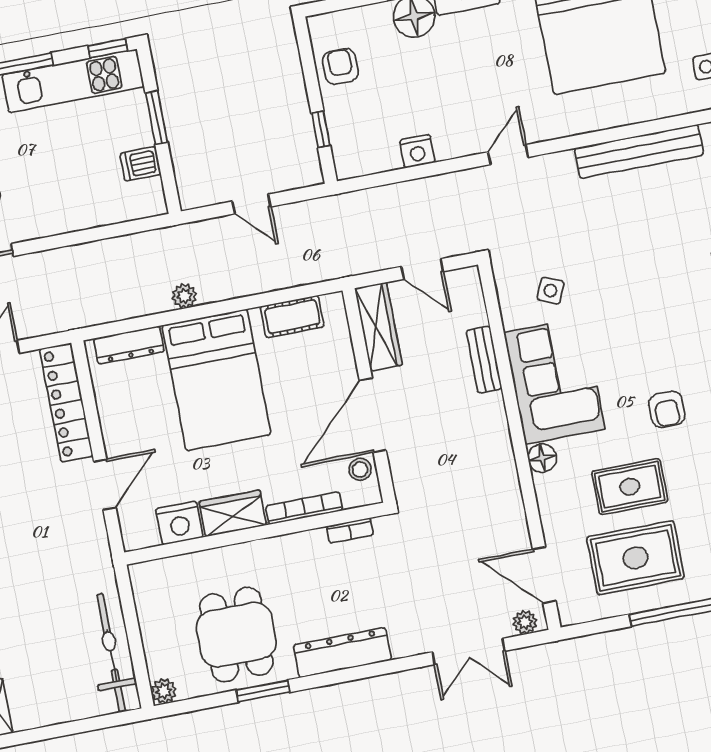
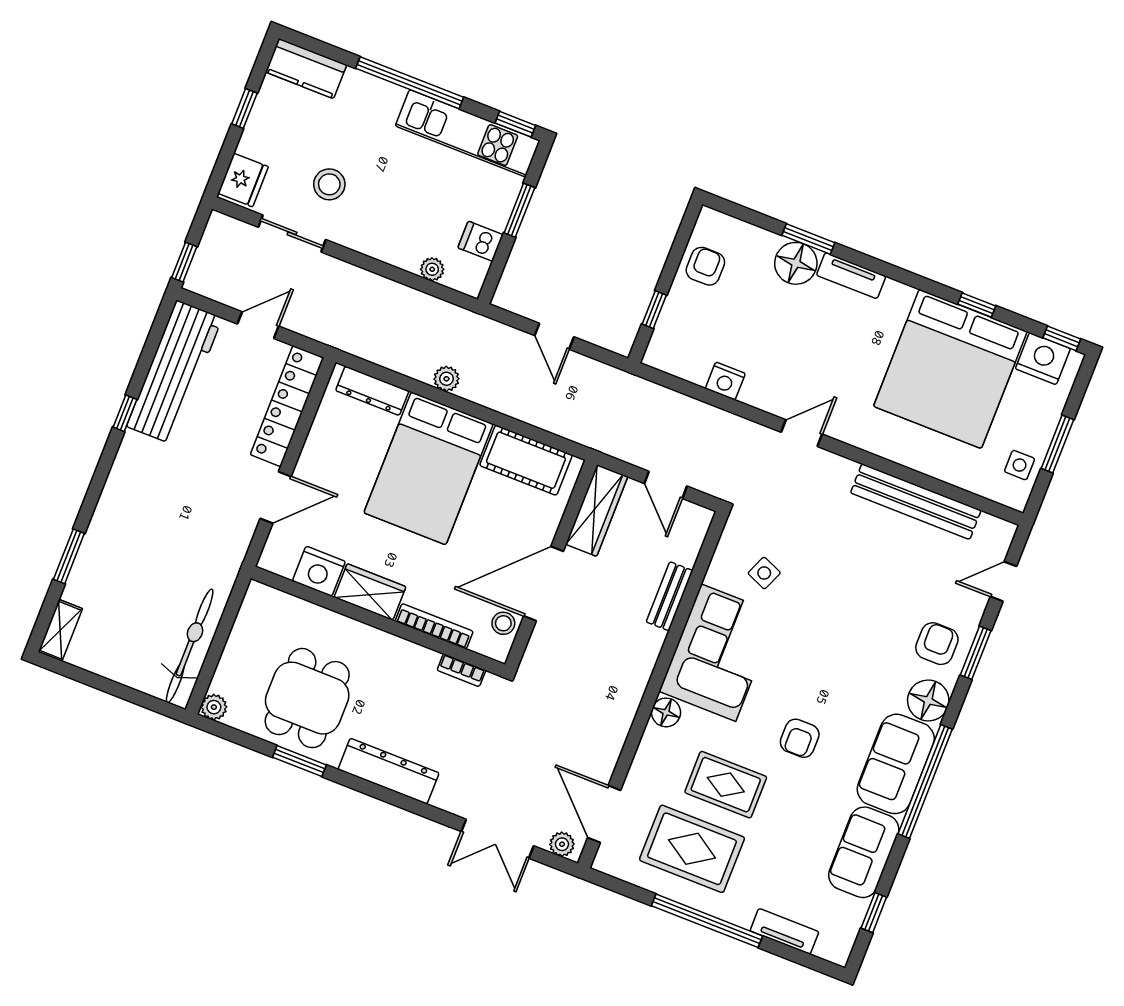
plant: (115, 213) -> (432, 269), added
cot: (292, 317) -> (526, 460), width x1.37, depth x1.34

